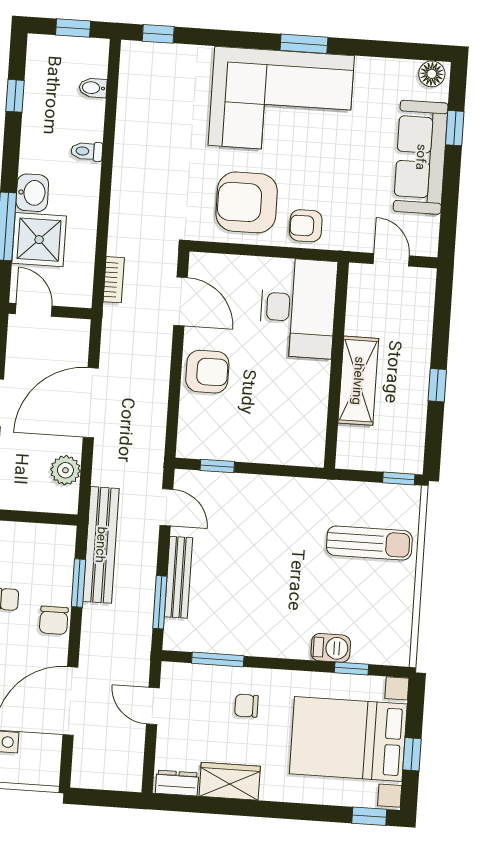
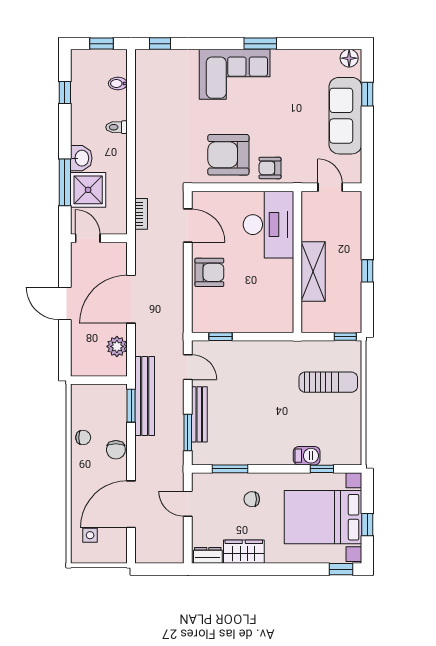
corner sofa: (281, 100) -> (235, 74), width x0.73, depth x0.74
window: (78, 583) -> (131, 406), moved

